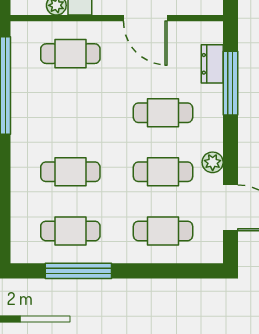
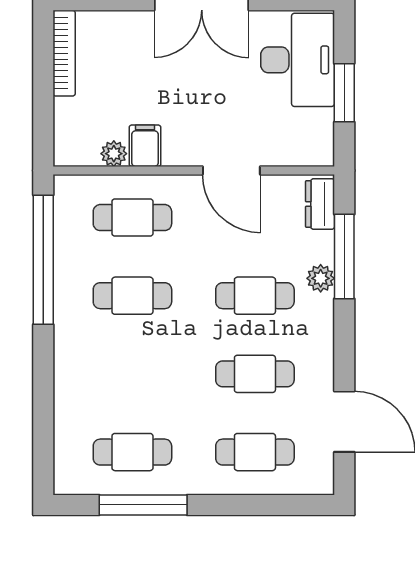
dresser: (212, 64) -> (320, 204), moved
plant: (213, 162) -> (321, 278), moved
cafe table: (70, 172) -> (132, 296), moved

